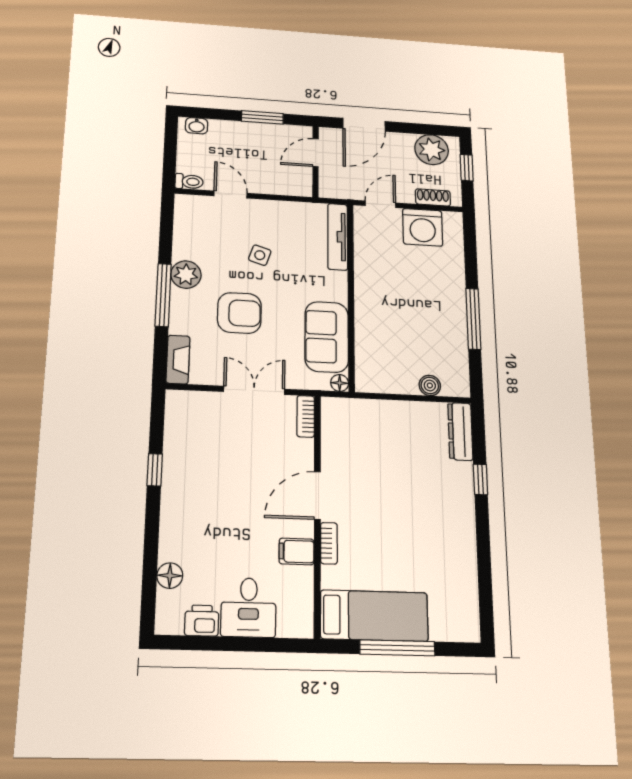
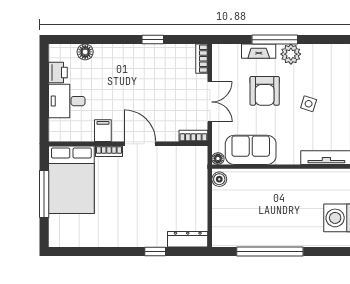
window: (473, 319) -> (270, 252), width x1.46
fireplace: (178, 360) -> (259, 51), moved
boiler: (430, 385) -> (219, 179), moved
bookcase: (188, 399) -> (202, 59), added
bed: (374, 616) -> (71, 180), width x1.50

